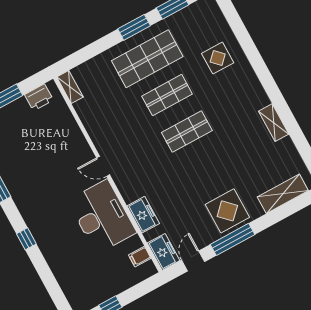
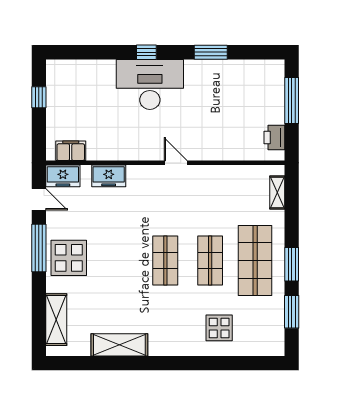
shelving: (70, 87) -> (277, 192), moved, turned 90
shelving: (274, 123) -> (119, 345), width x1.50, depth x1.33
door: (103, 166) -> (176, 163), hinge flipped
desk: (102, 217) -> (150, 84), moved, turned 180
filing cabinet: (140, 257) -> (71, 151), width x2.00

